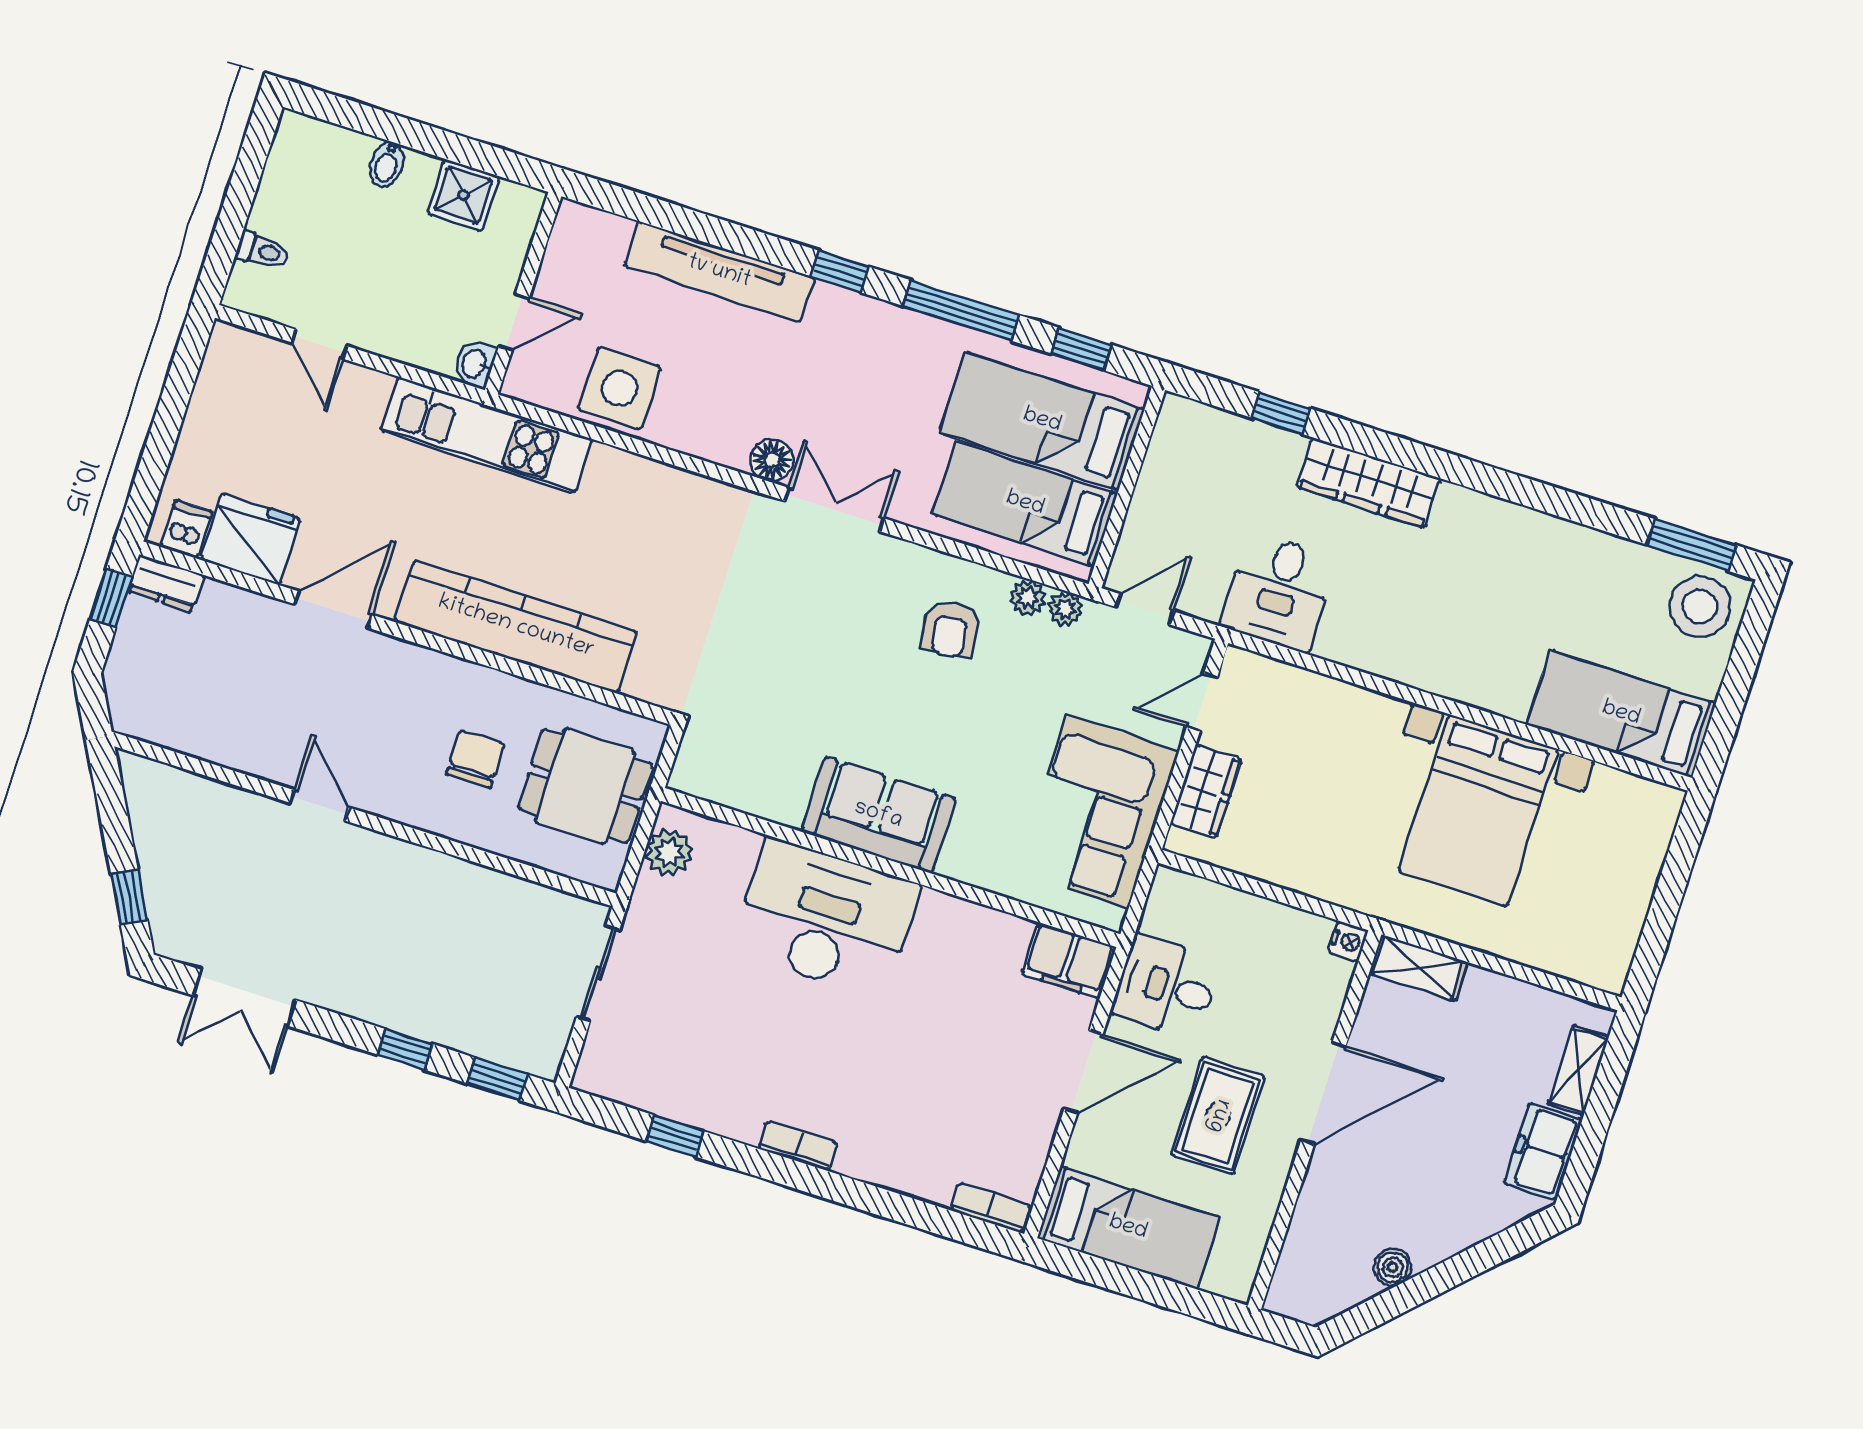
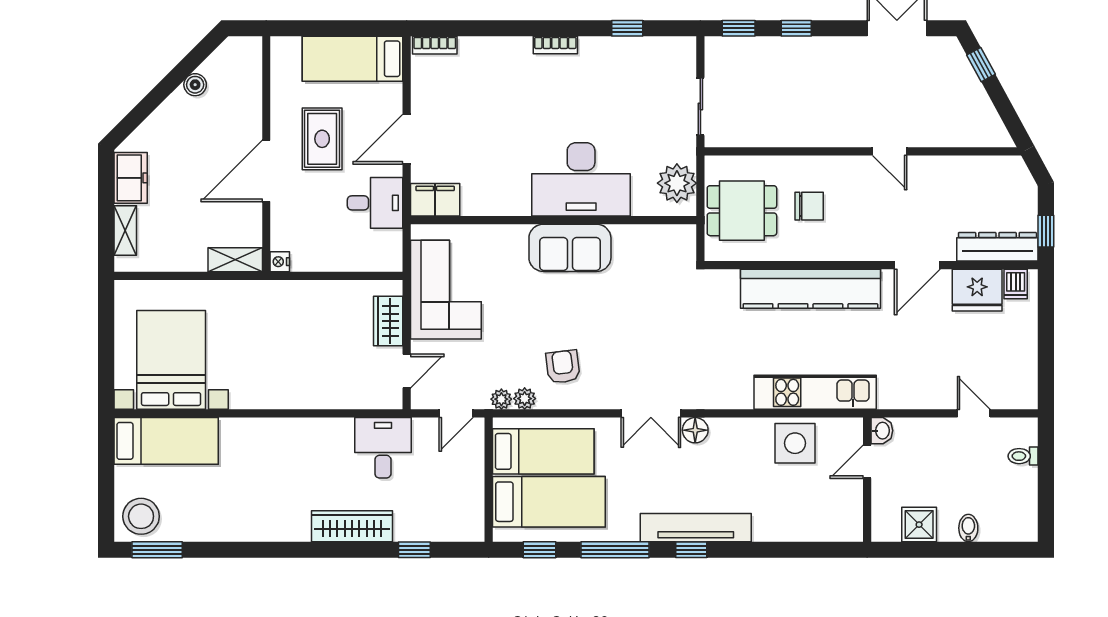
tv unit: (719, 272) -> (696, 528), moved
kitchen unit: (486, 435) -> (815, 392), moved
dresser: (166, 583) -> (997, 247), width x1.96, depth x1.24
chair: (476, 759) -> (809, 206), turned -90
bed with nightstands: (1478, 811) -> (171, 360), moved
plant: (669, 852) -> (677, 183), width x1.36, depth x1.36

